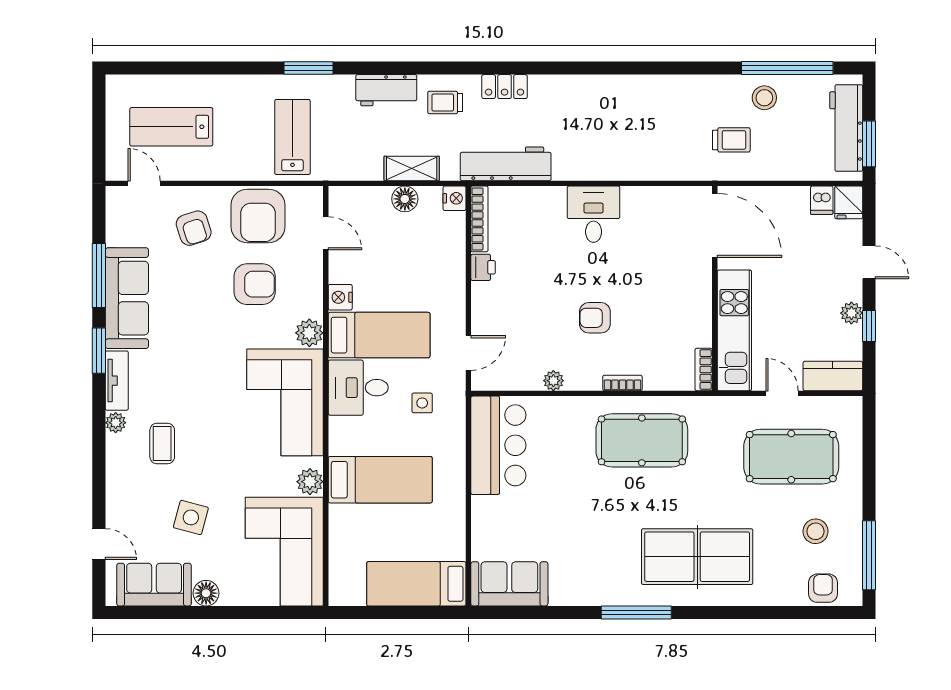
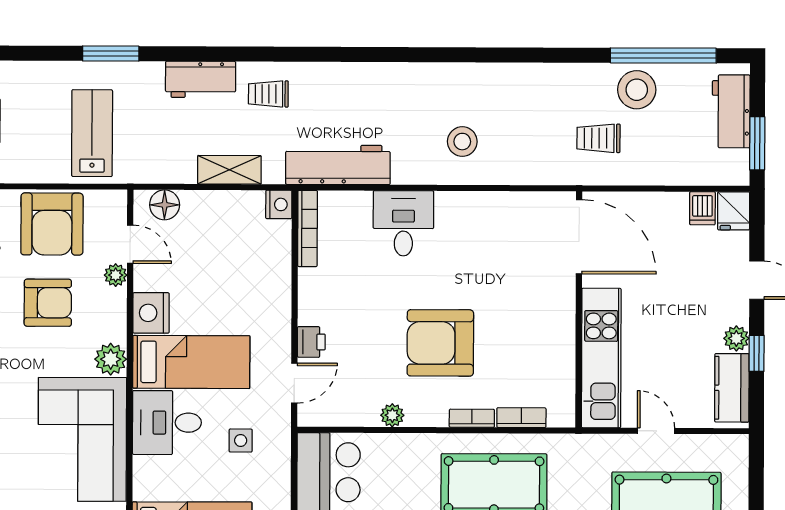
locker: (505, 87) -> (337, 76), removed
stool: (764, 98) -> (637, 90), width x1.38, depth x1.38
workbench: (846, 128) -> (731, 111), width x0.73
trolley: (731, 140) -> (598, 138), turned 180
stool: (613, 143) -> (462, 142), added
floor lamp: (405, 199) -> (165, 205), moved
desk: (594, 214) -> (403, 223), moved
plant: (313, 260) -> (116, 275), added
printer: (483, 267) -> (311, 342), moved
nightstand: (340, 297) -> (151, 313), width x1.36, depth x1.33
armchair: (595, 318) -> (440, 343), width x1.88, depth x1.88
bookcase: (704, 370) -> (521, 418), moved, turned 90
kitchen counter: (833, 376) -> (732, 388), moved, turned -90

